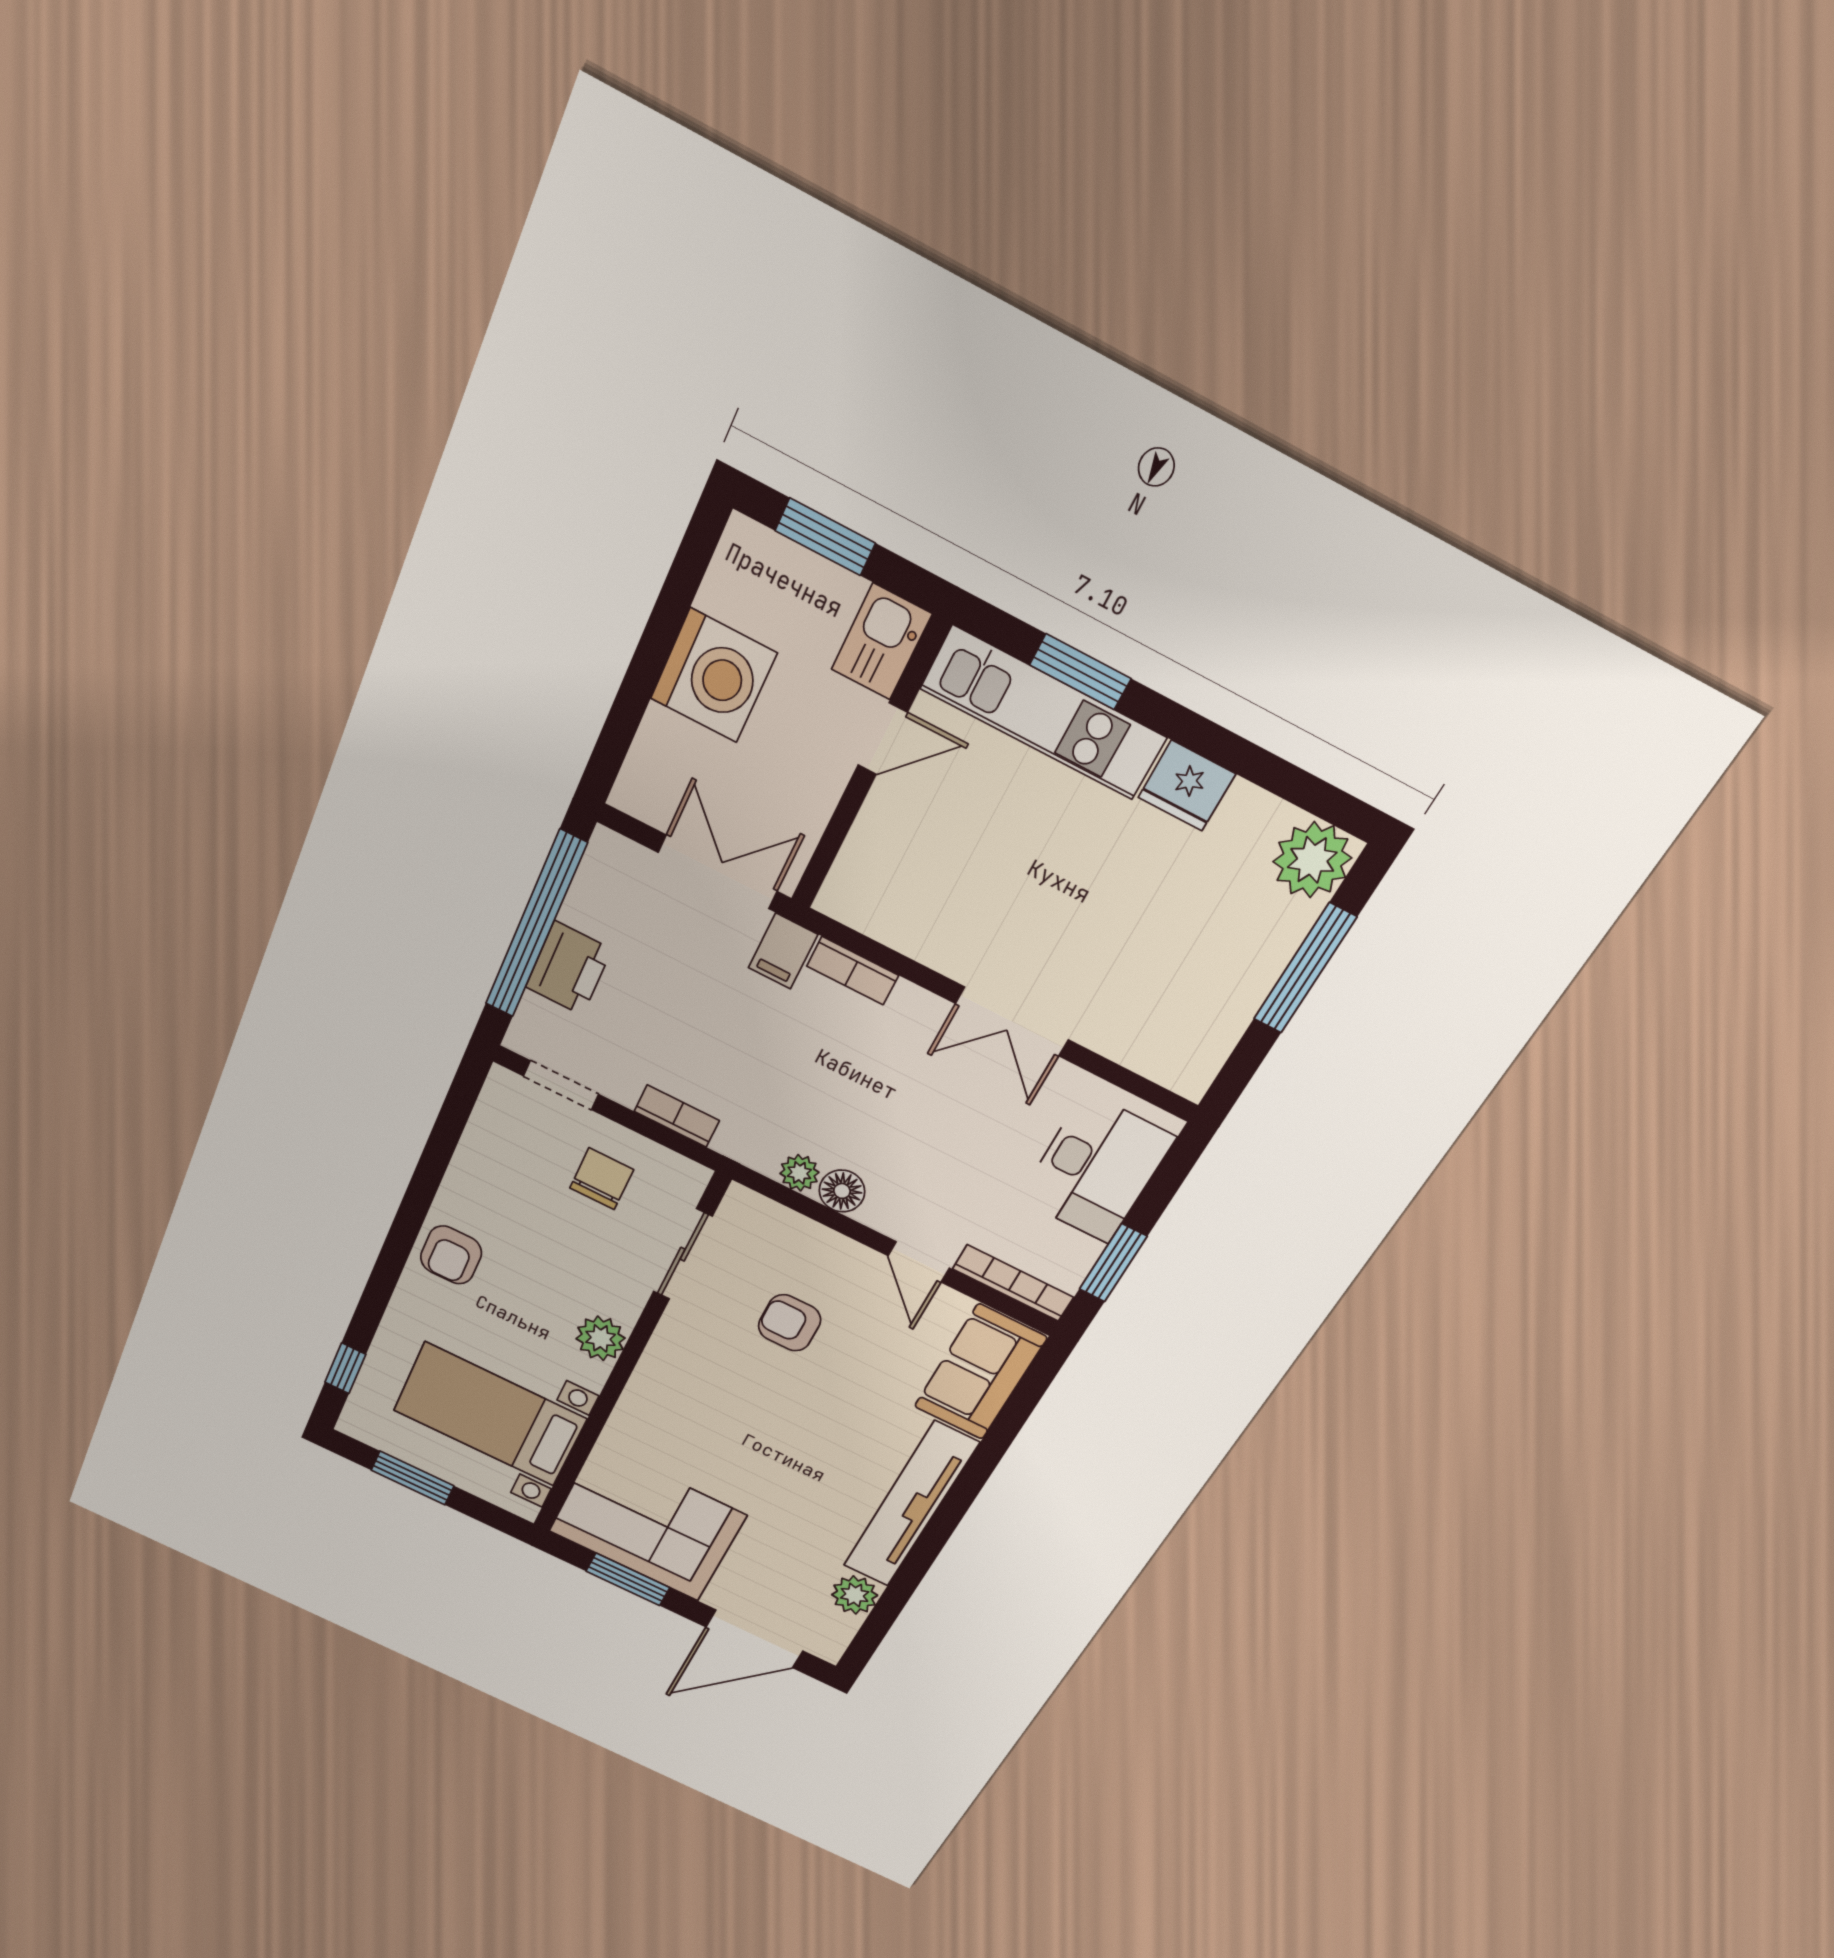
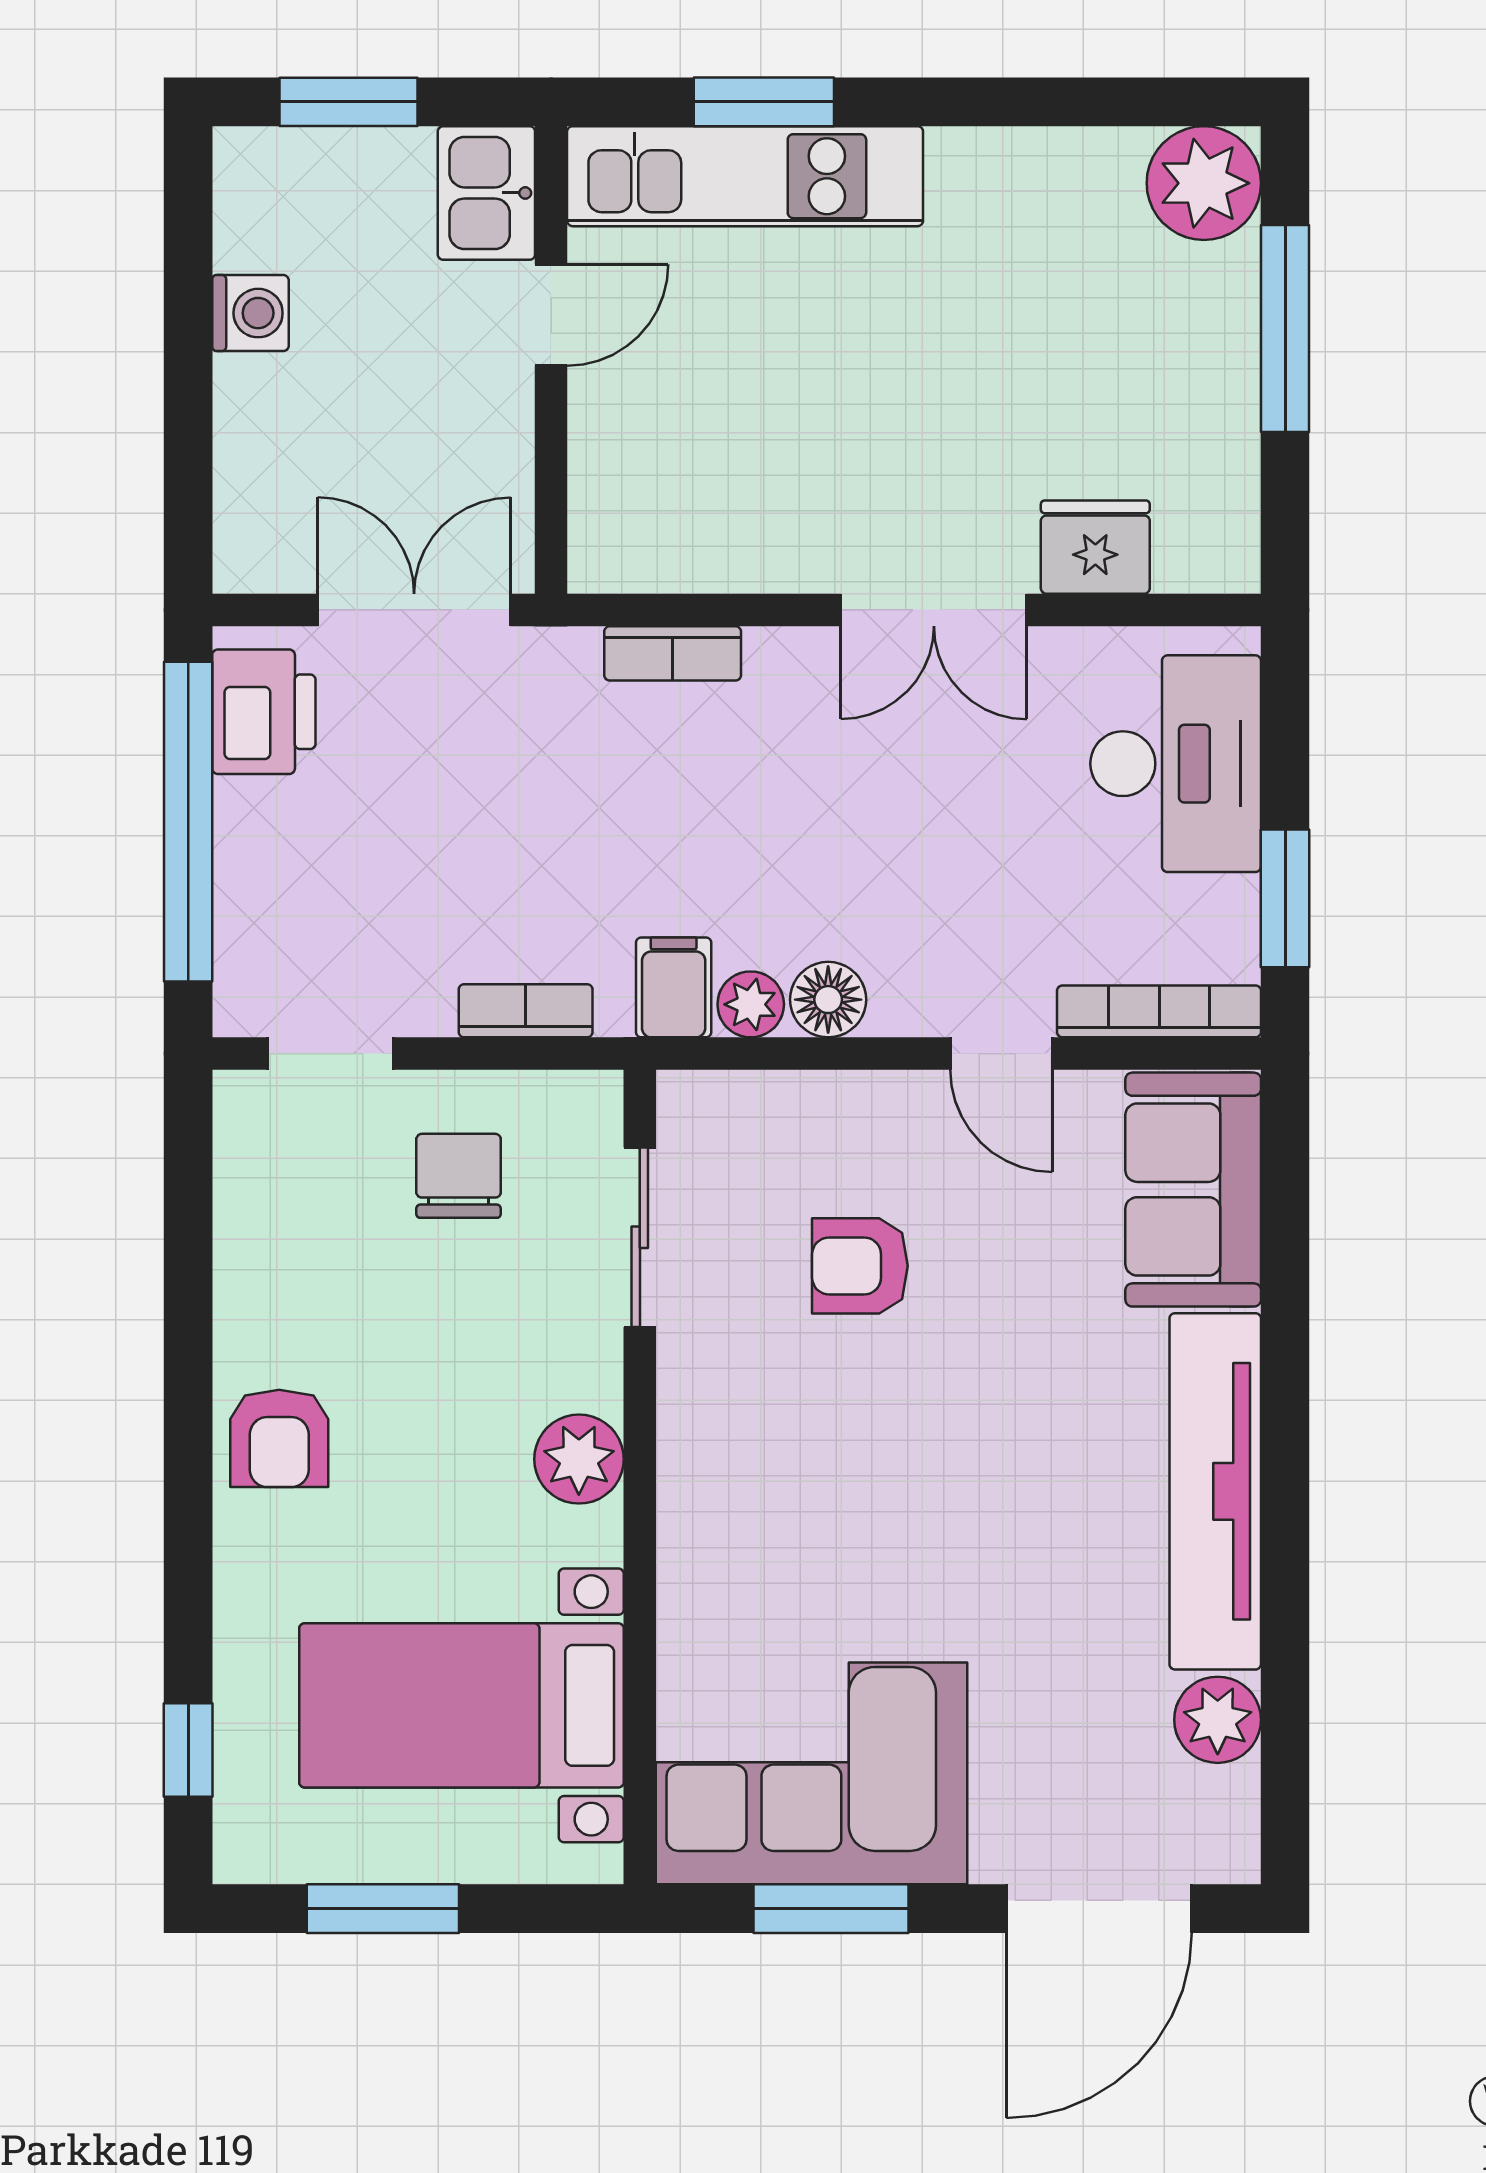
washing machine: (714, 676) -> (250, 313), width x0.53, depth x0.53
fridge: (1187, 786) -> (1095, 547), moved, turned 180
filing cabinet: (783, 951) -> (674, 987), moved, turned 180
printer: (569, 968) -> (264, 712), moved

